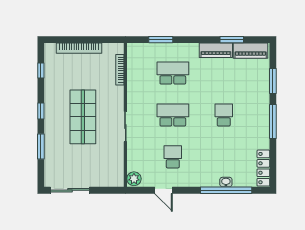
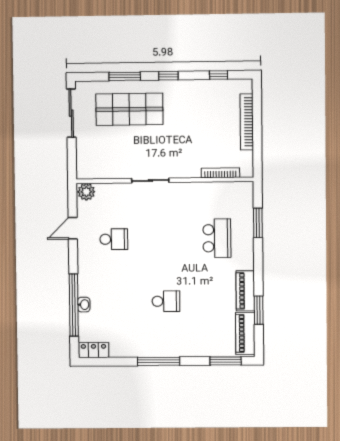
window: (273, 81) -> (226, 361), moved
school desk: (173, 115) -> (165, 239), removed
shop shelf: (83, 117) -> (129, 109), moved
locker: (263, 168) -> (93, 350), width x0.66

